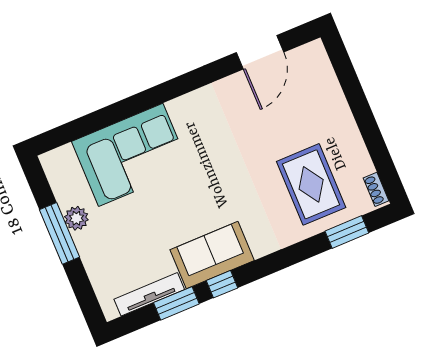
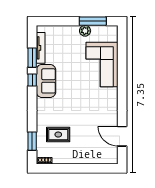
rug: (311, 184) -> (58, 135), width x0.73, depth x0.70
window: (59, 233) -> (93, 21), moved

